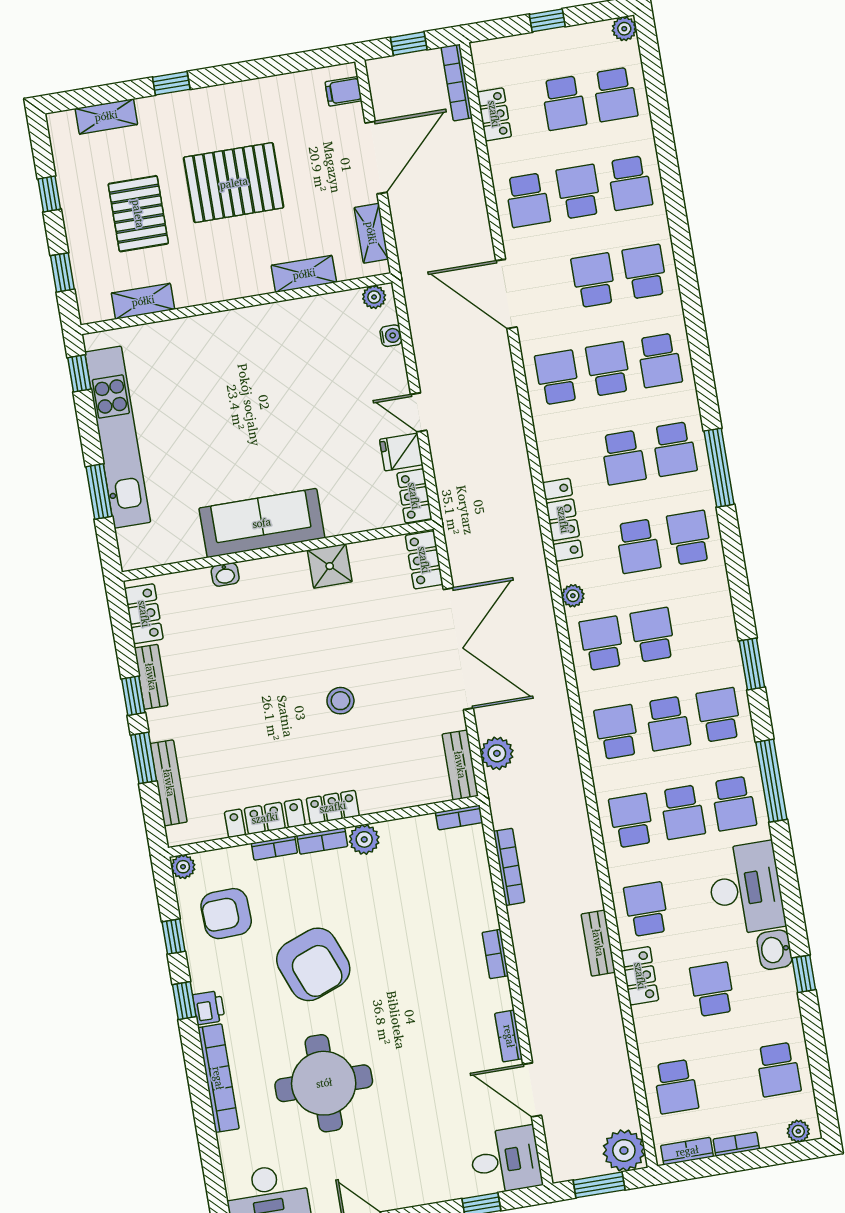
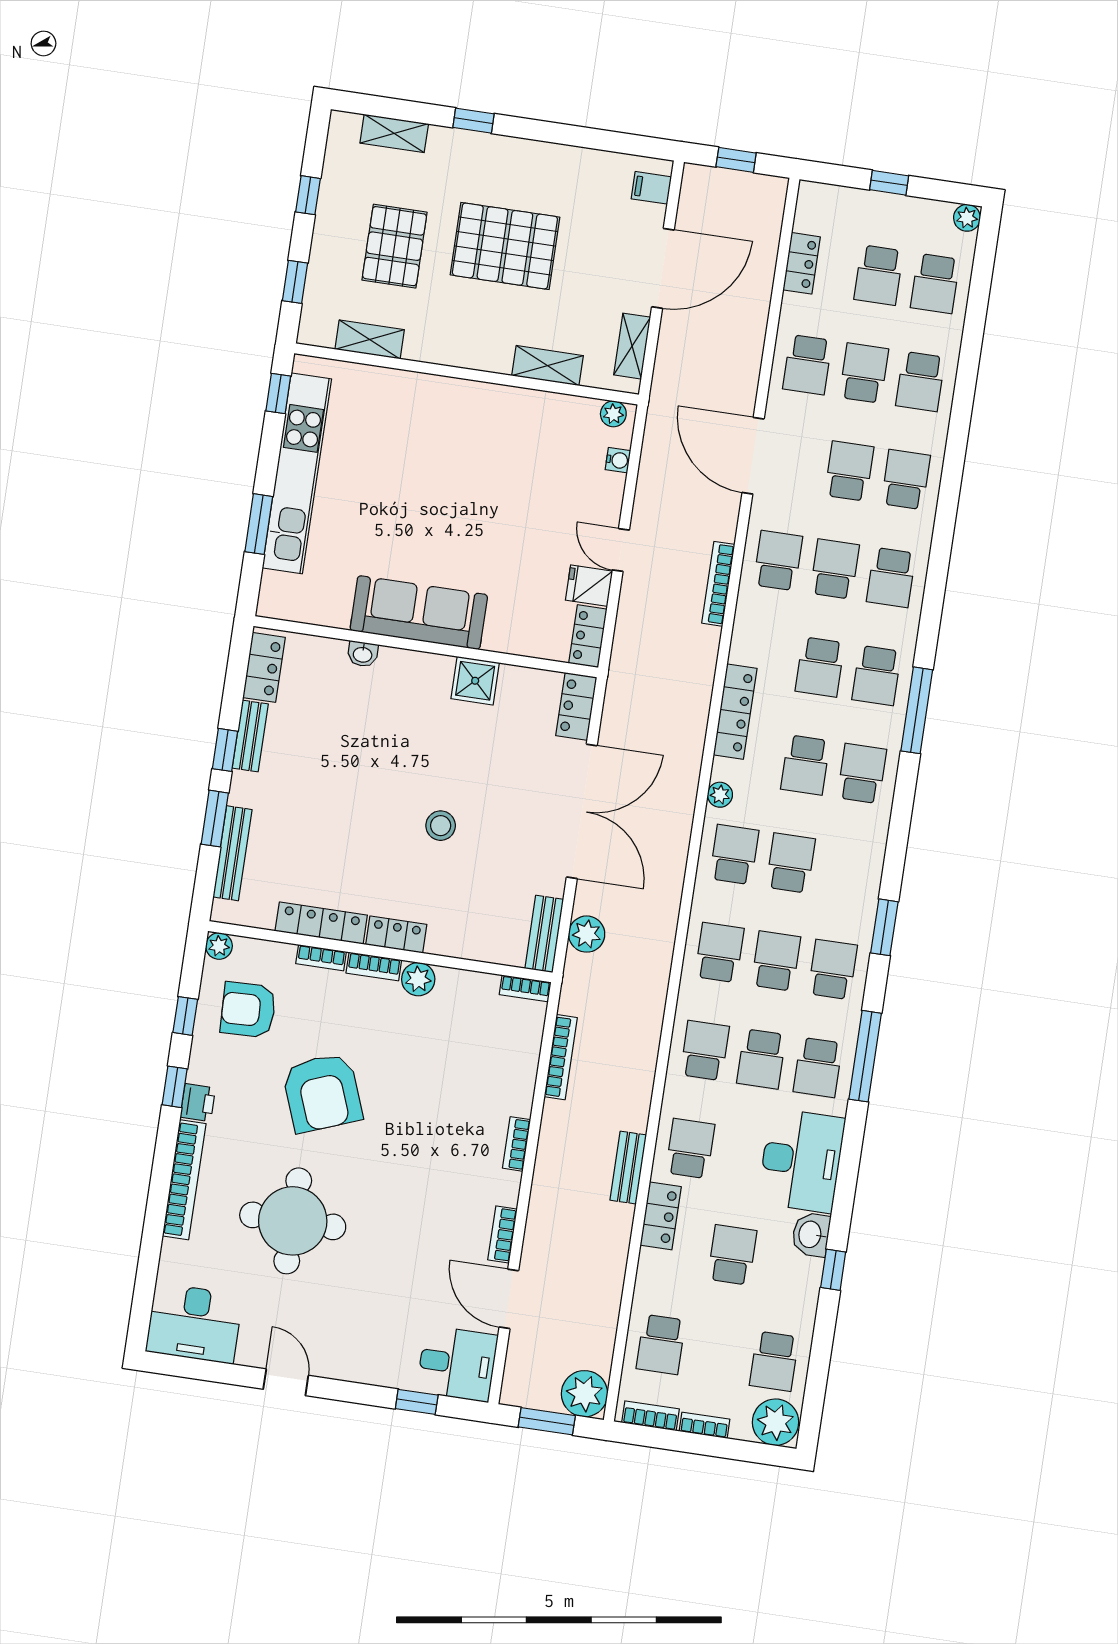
bookcase: (457, 82) -> (718, 584), moved
school desk: (668, 723) -> (776, 961), turned 180
plant: (798, 1131) -> (776, 1422), width x1.88, depth x1.88

